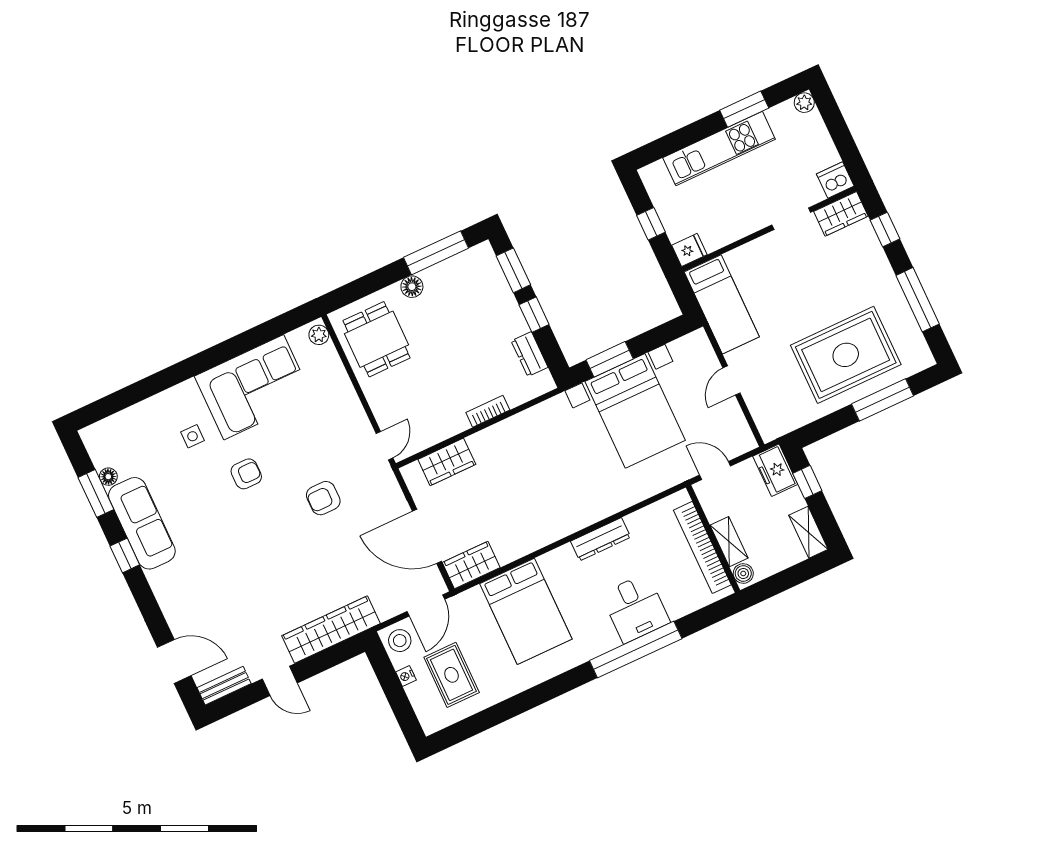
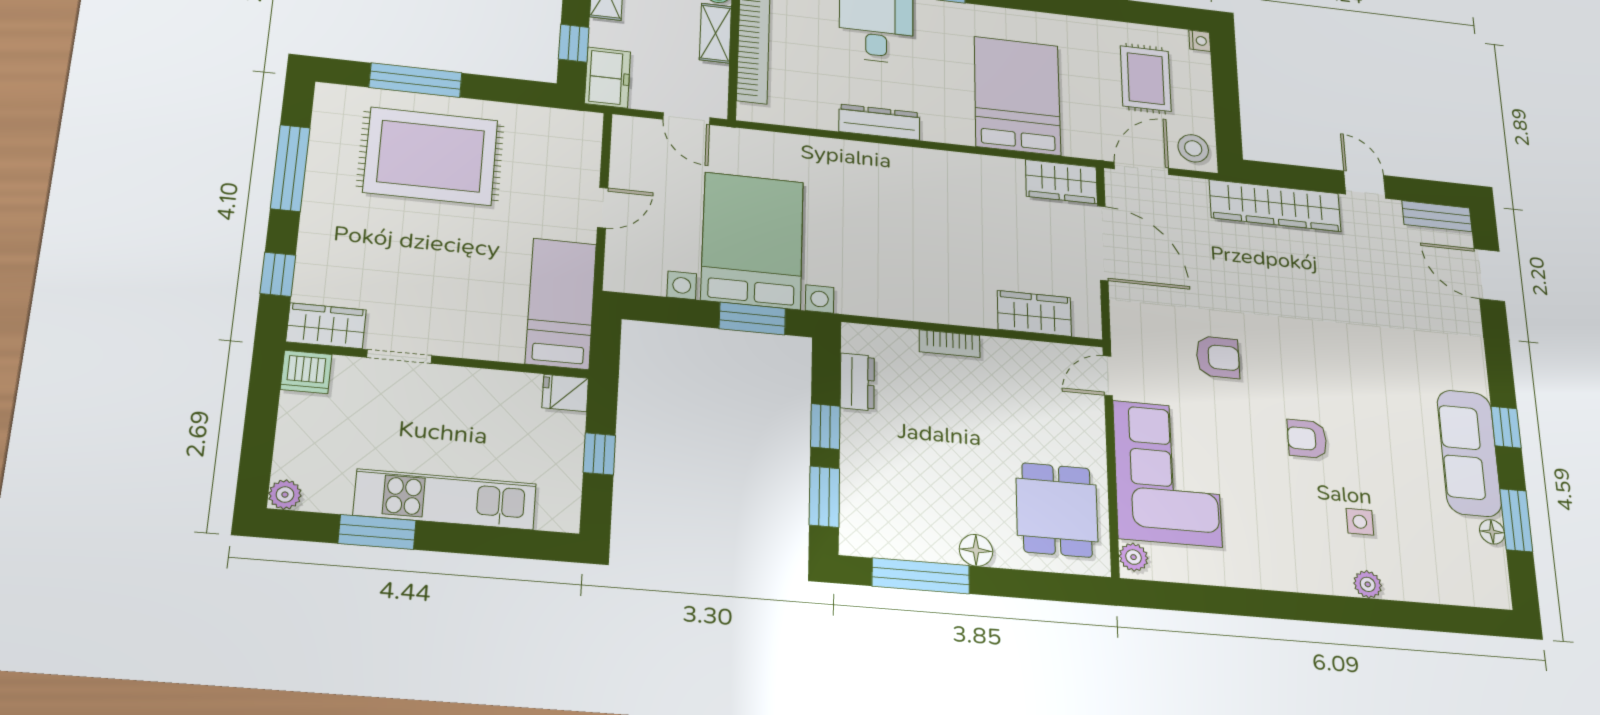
corner sofa: (254, 387) -> (1167, 473), moved, turned 90
plant: (172, 397) -> (1368, 584), added
nightstand: (406, 676) -> (1200, 41), moved

